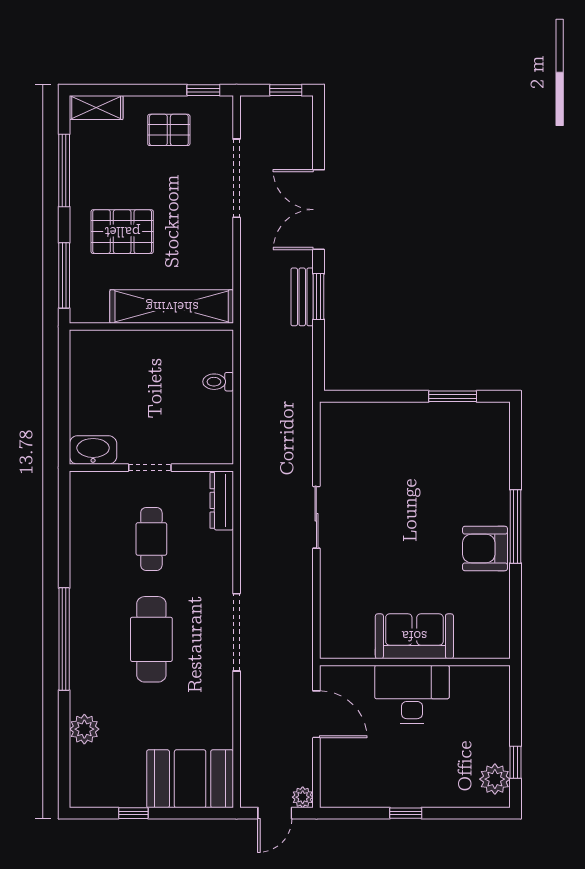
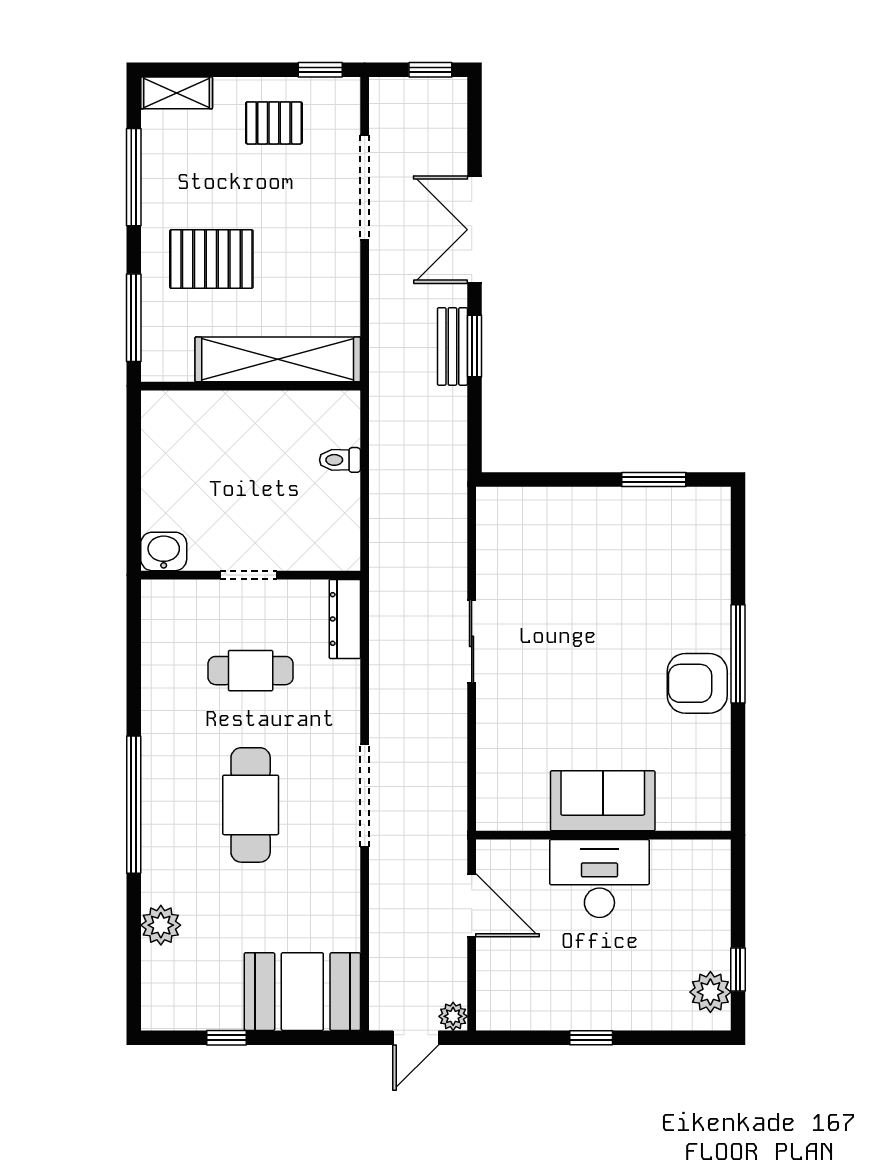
washbasin: (93, 450) -> (164, 551), width x0.72
cafe table: (151, 539) -> (251, 671), turned 90

